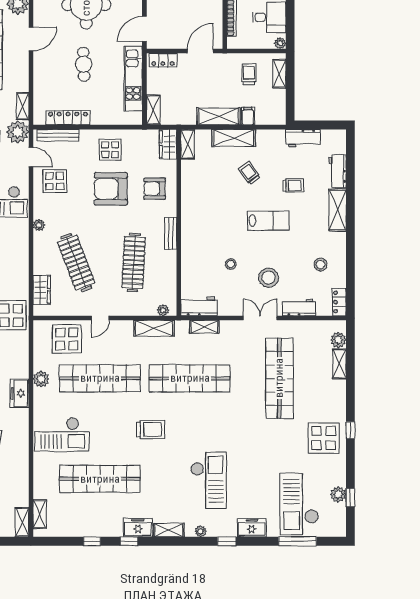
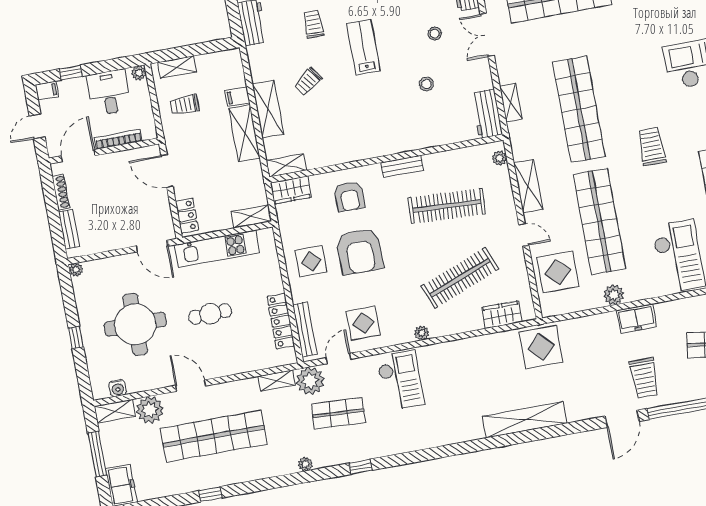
stool: (269, 278) -> (435, 34), width x0.53, depth x0.53
shelving: (154, 328) -> (528, 186), moved

